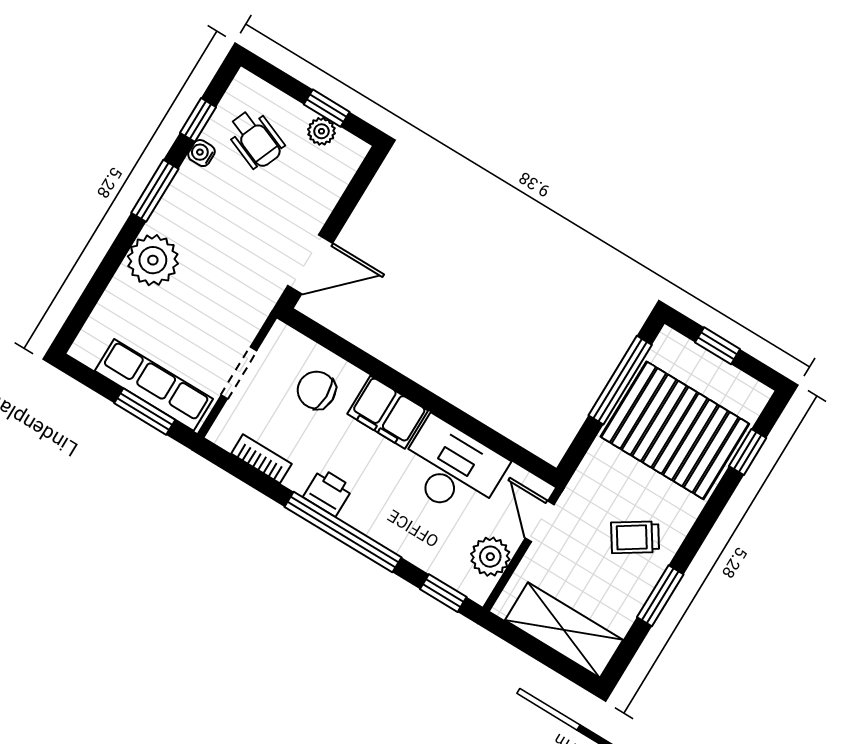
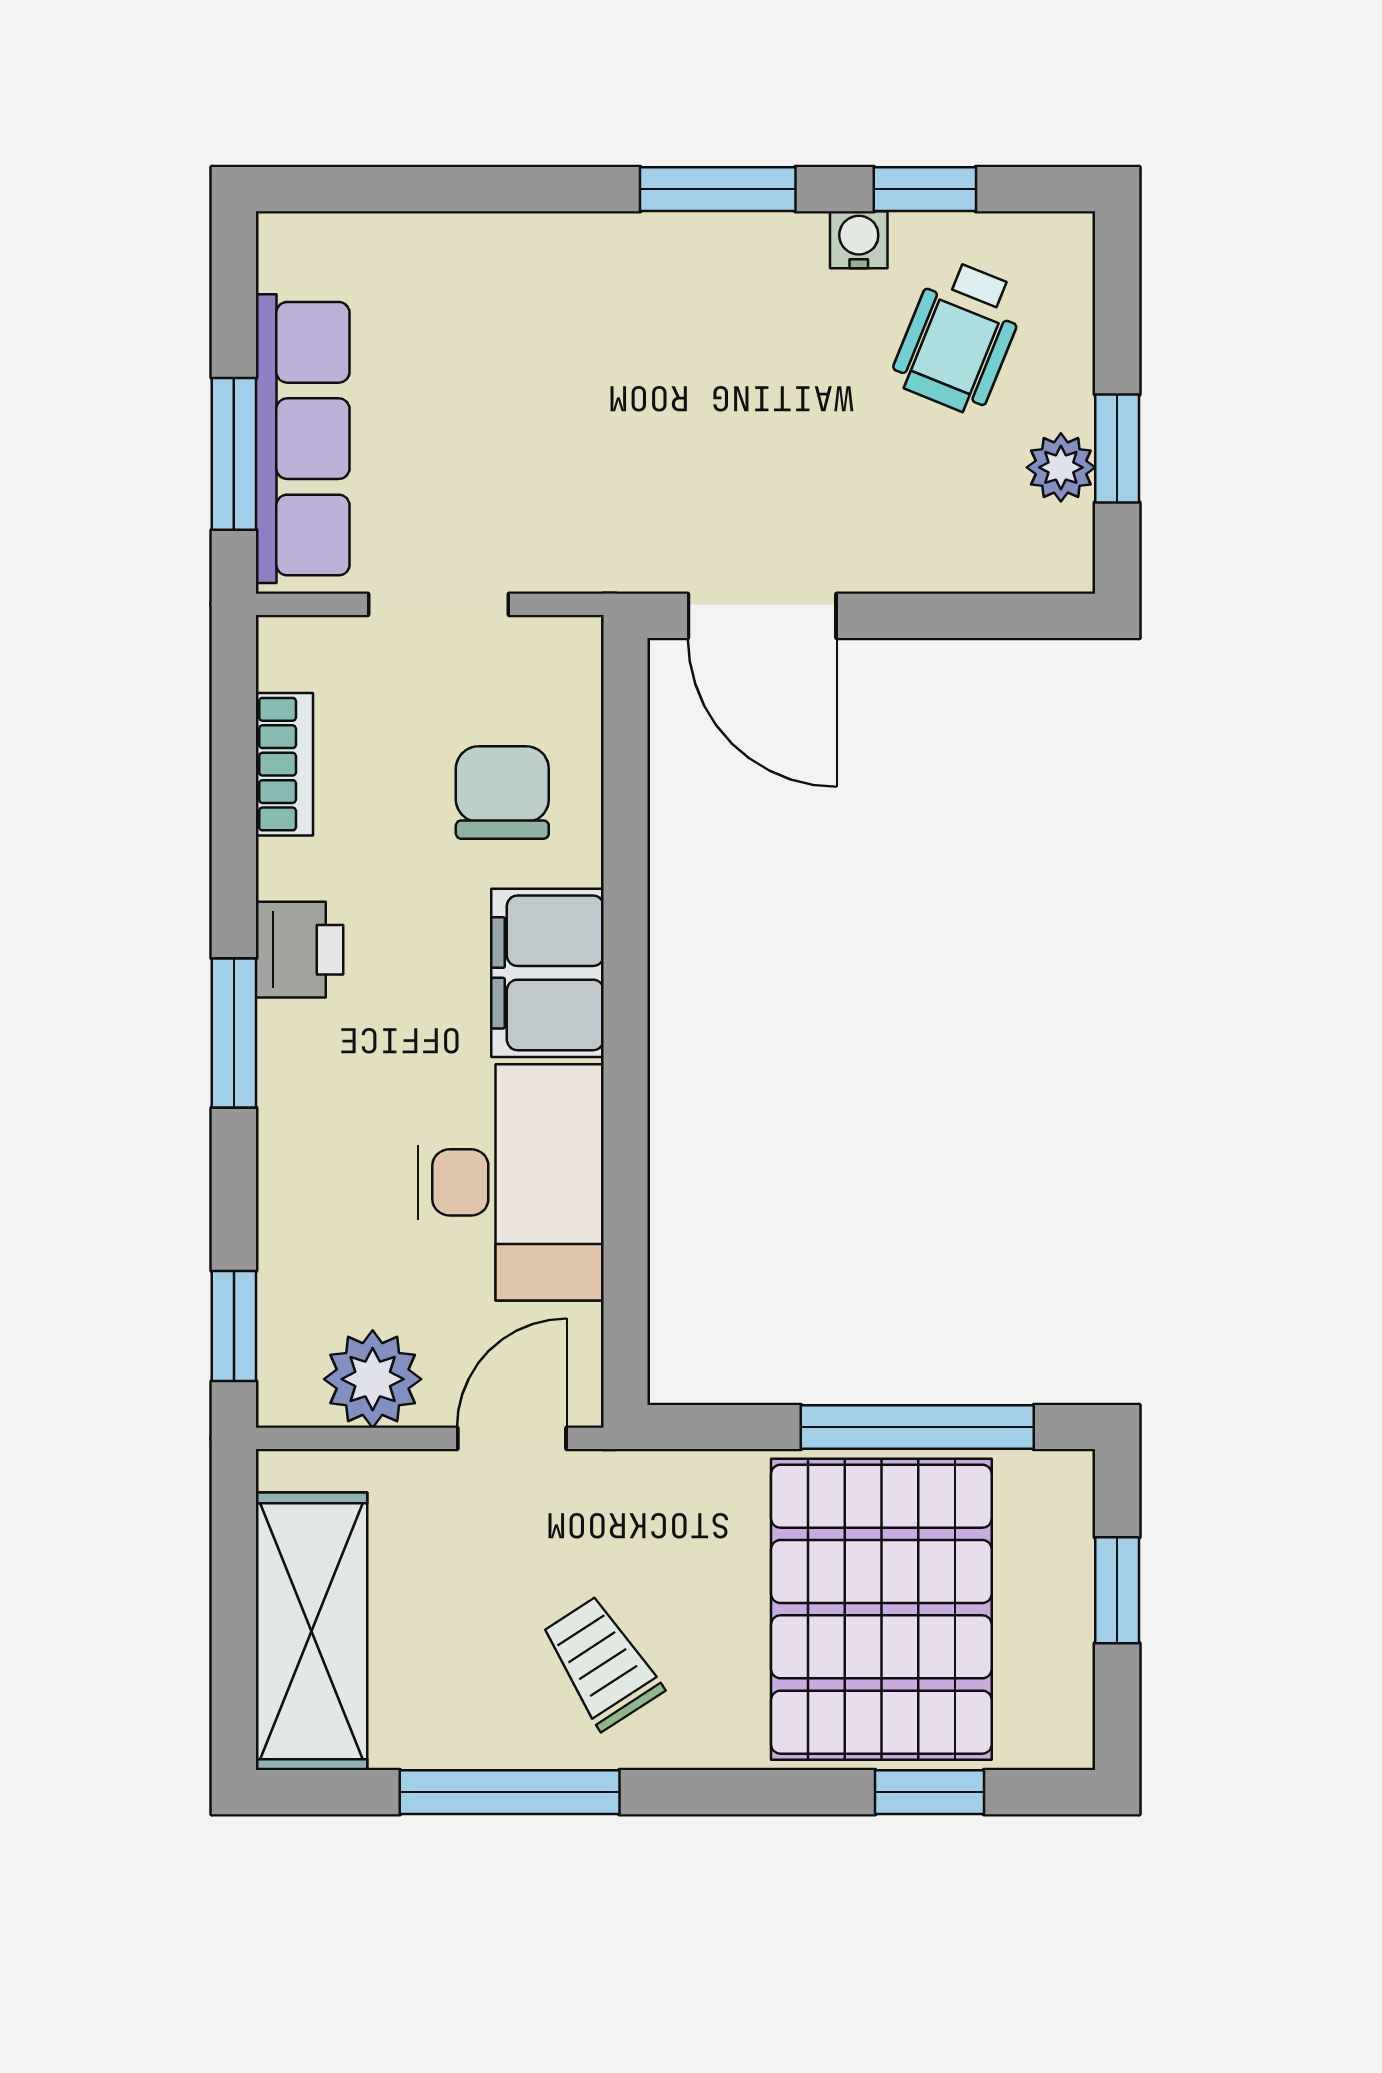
plant: (153, 260) -> (568, 275), removed
window: (343, 532) -> (234, 1033), width x0.47
window: (660, 596) -> (510, 1792), width x1.44

